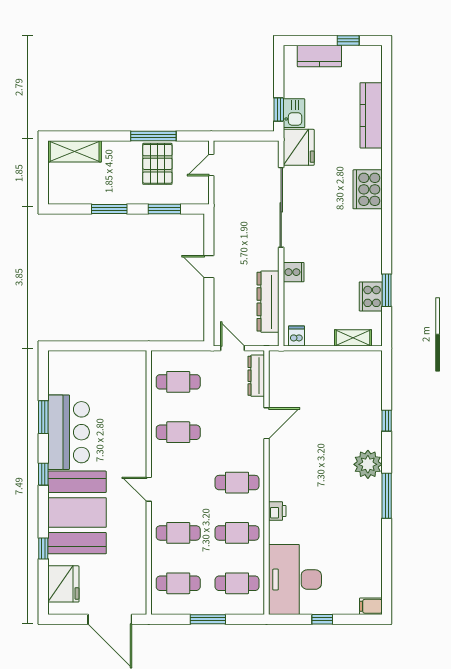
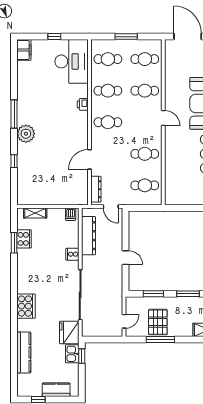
filing cabinet: (371, 606) -> (24, 50), width x2.00

